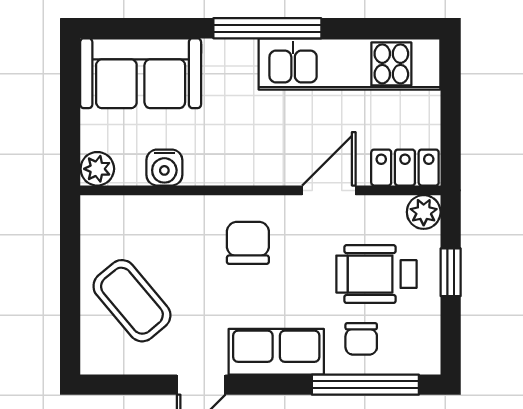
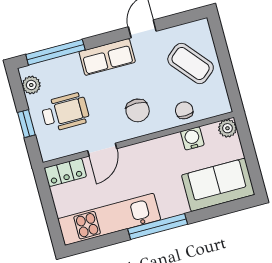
plant: (424, 212) -> (31, 85), moved
chair: (361, 339) -> (184, 110), moved

